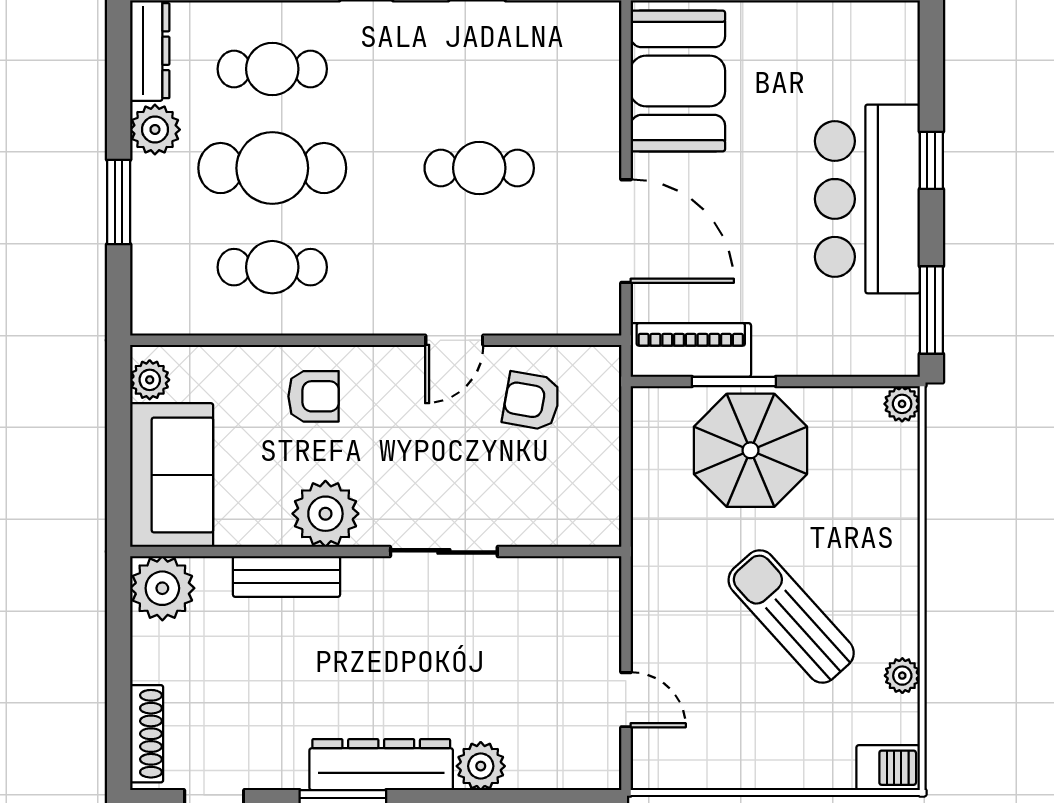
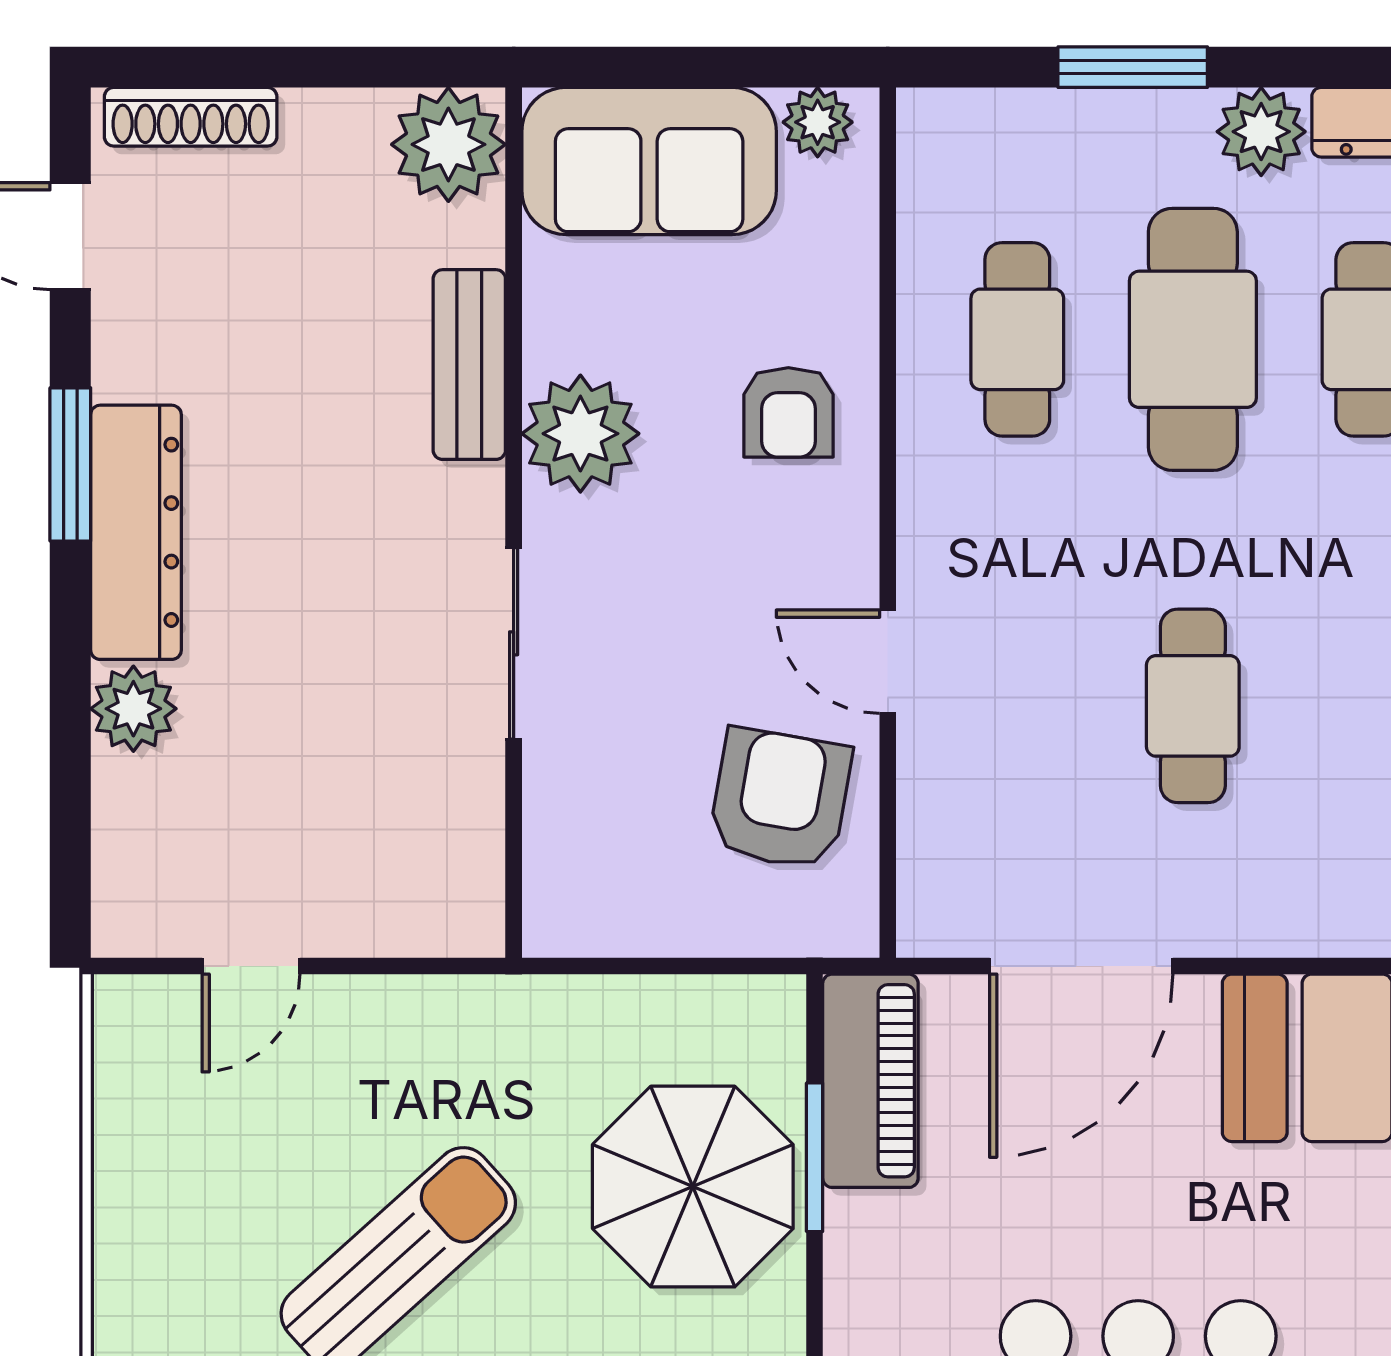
armchair: (532, 401) -> (780, 799), width x1.38, depth x1.38

